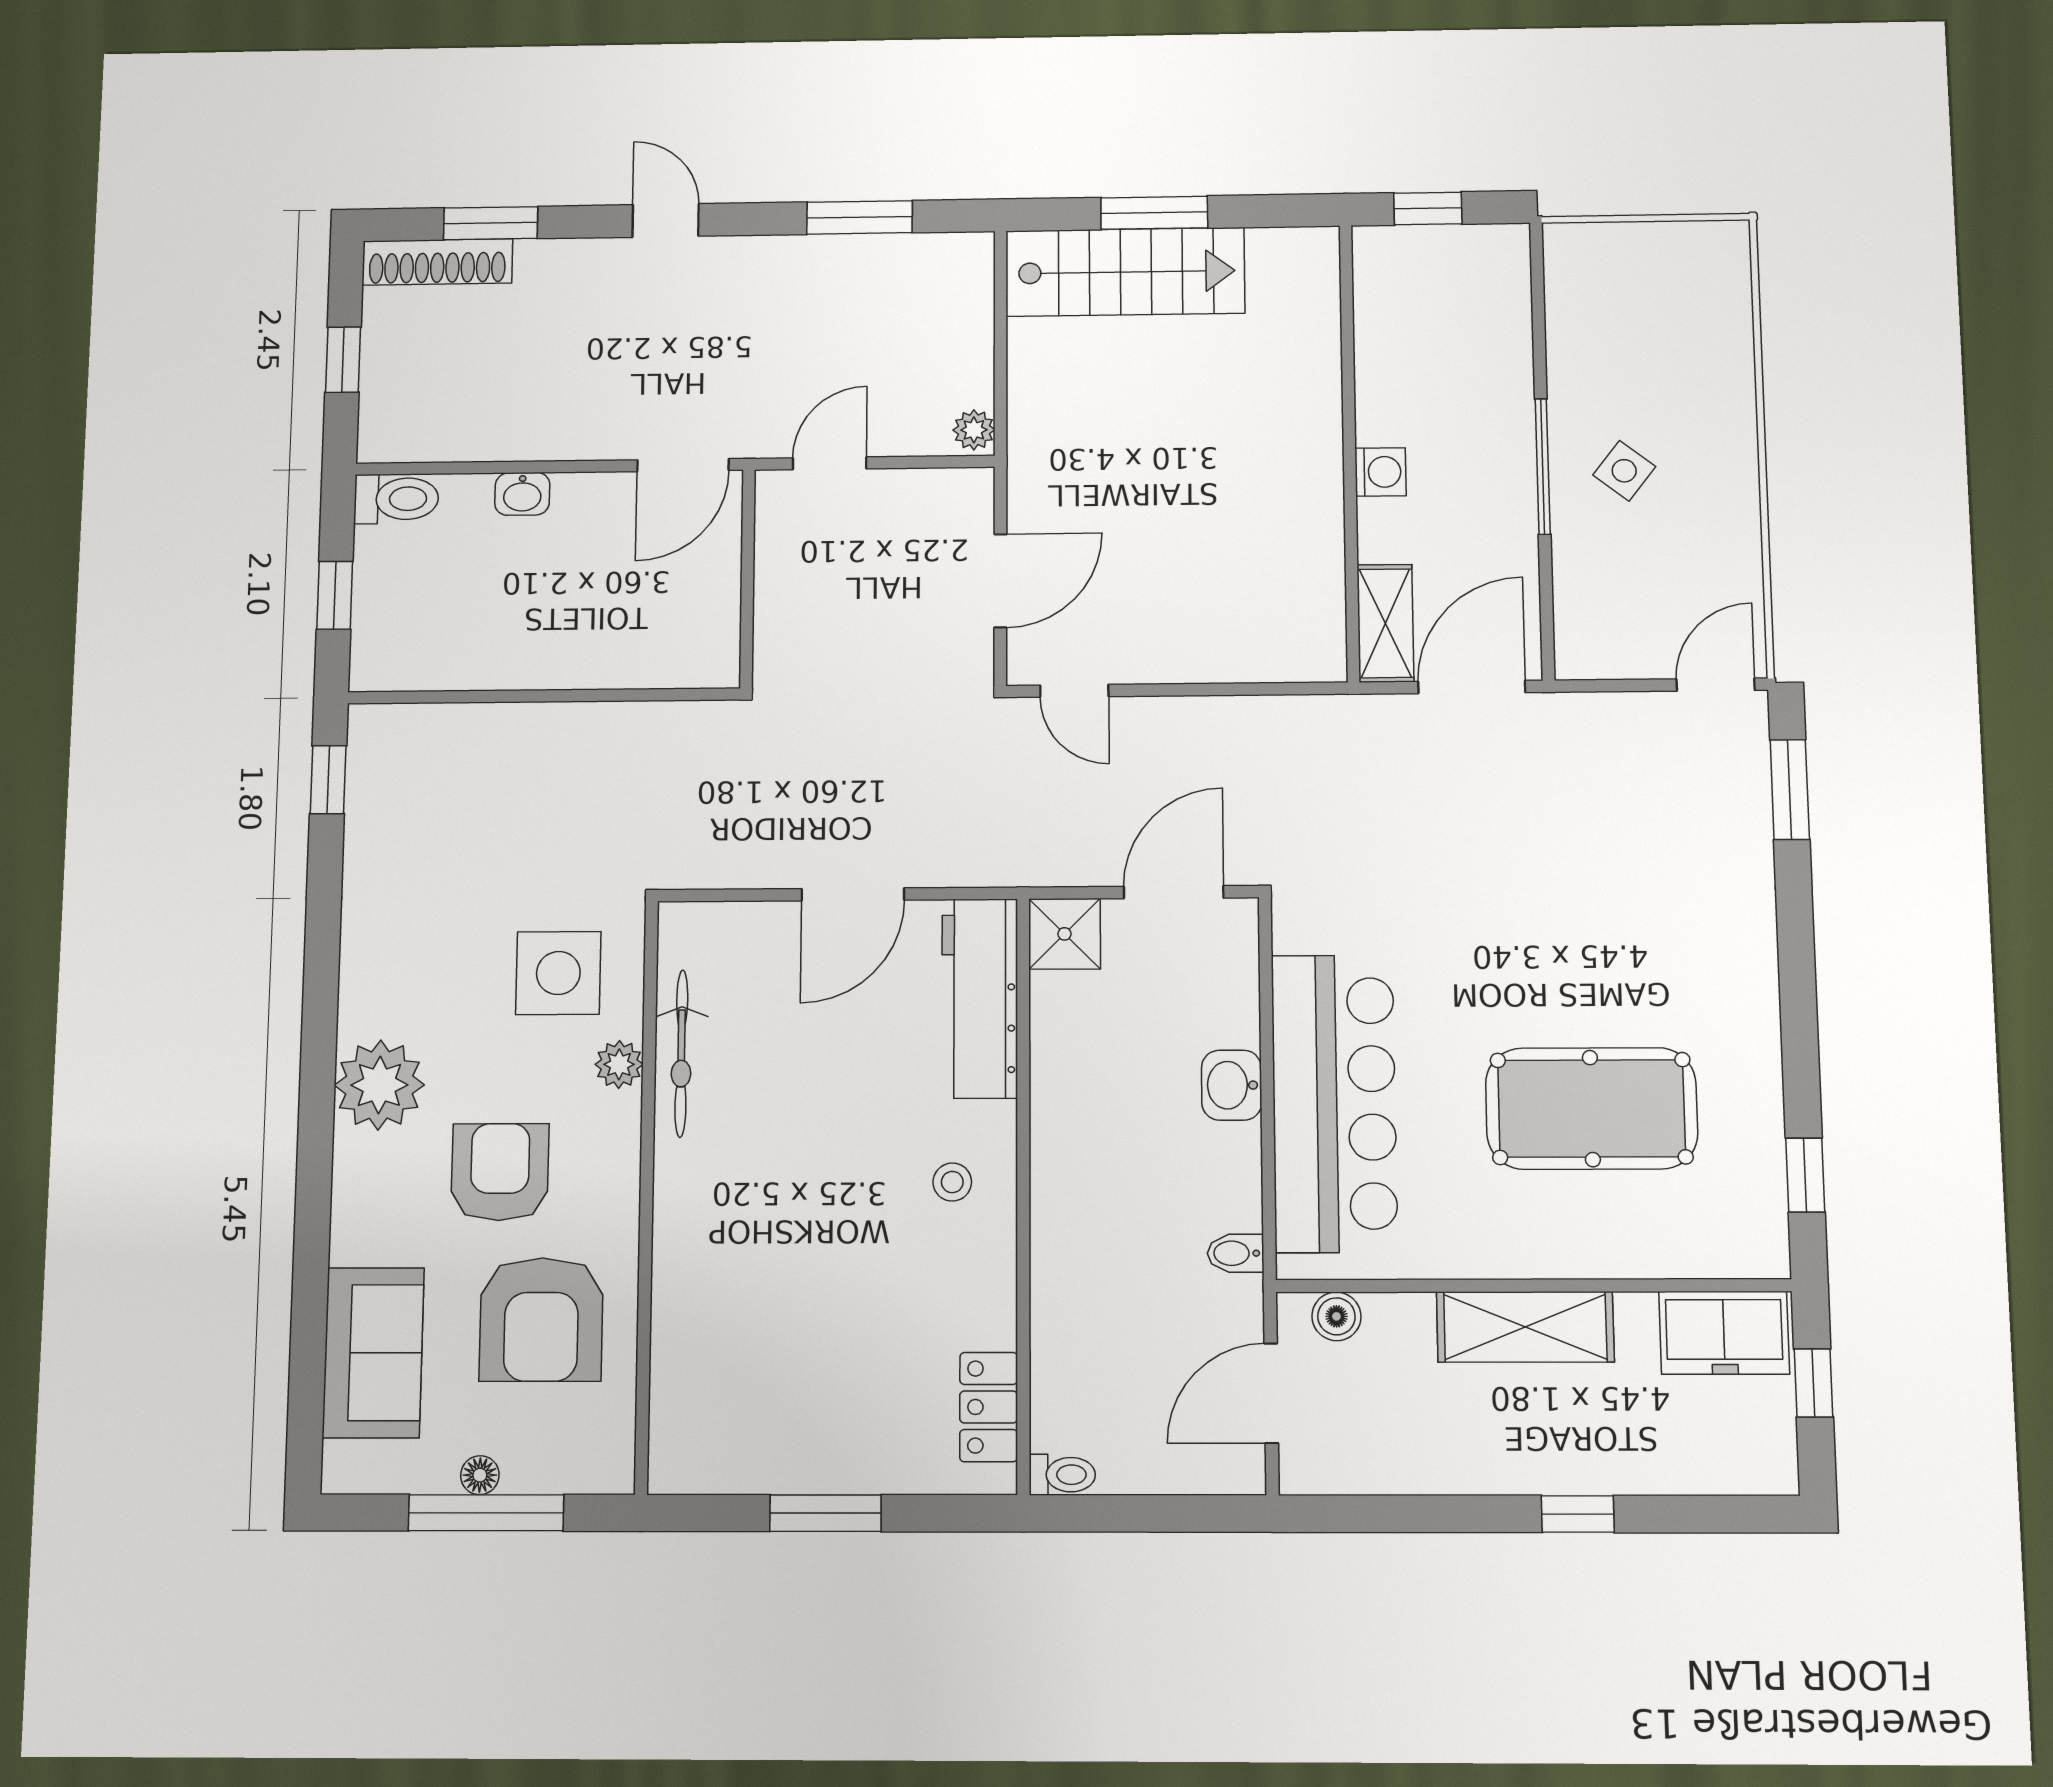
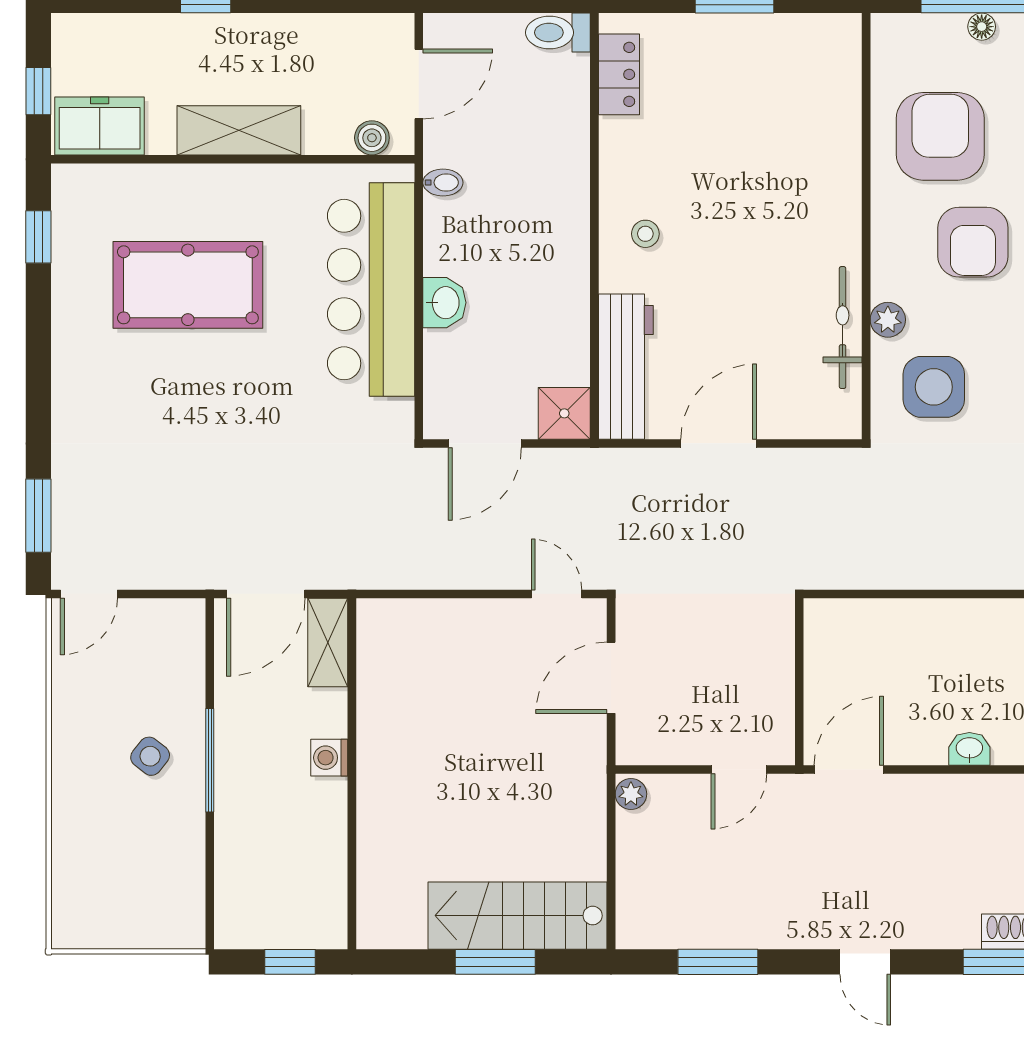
toilet: (1062, 1475) -> (558, 33), width x1.37, depth x1.39

